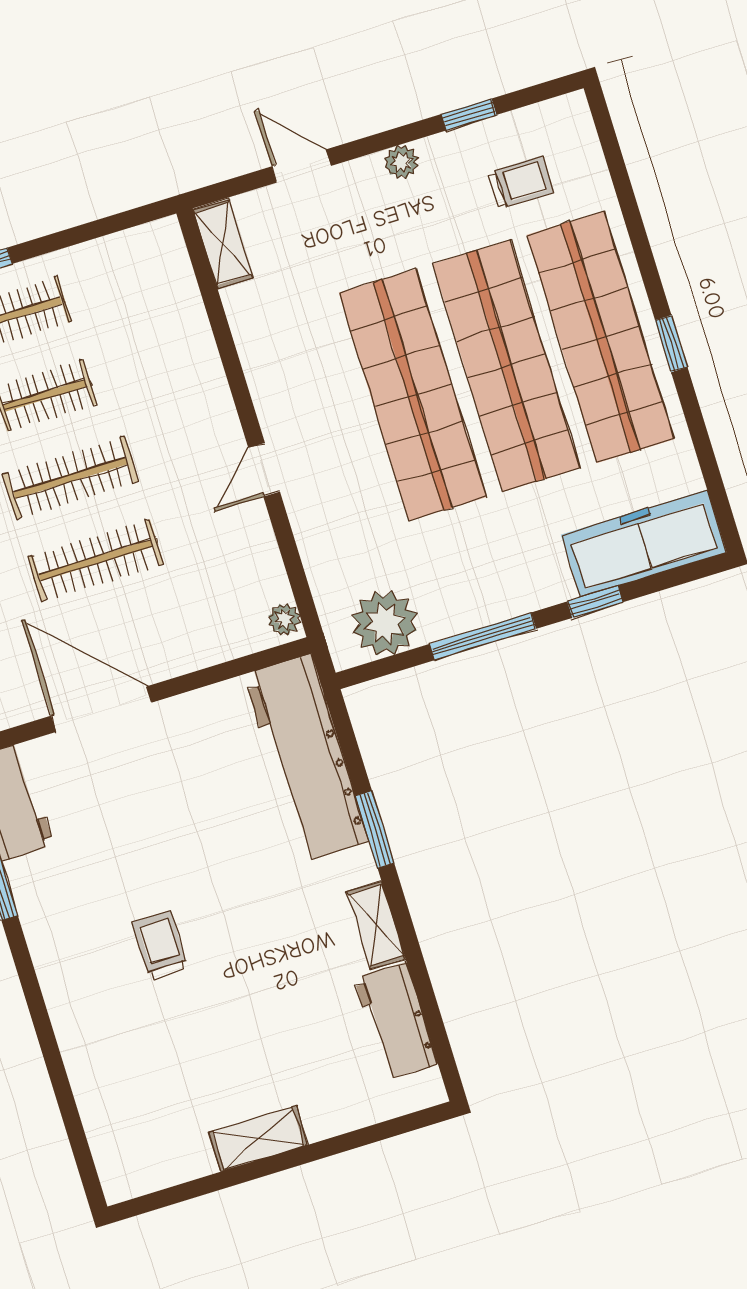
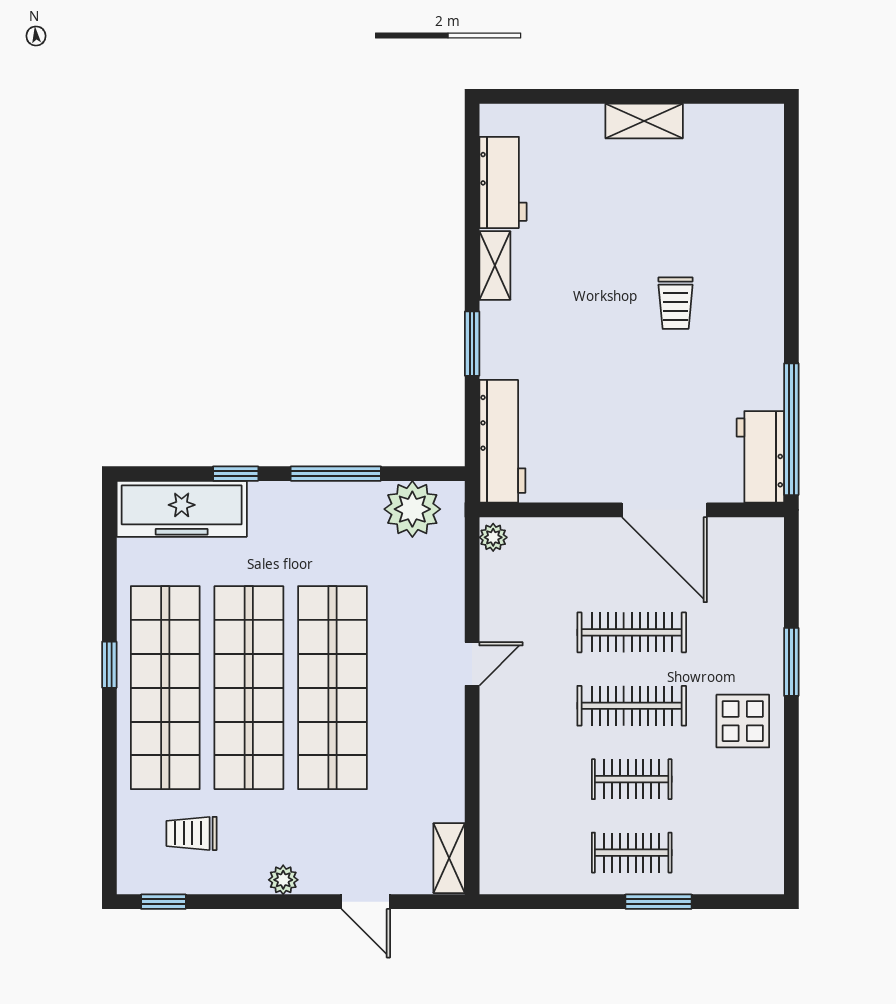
window: (469, 115) -> (163, 902), moved
workbench: (306, 758) -> (502, 441), width x0.73, depth x0.76

